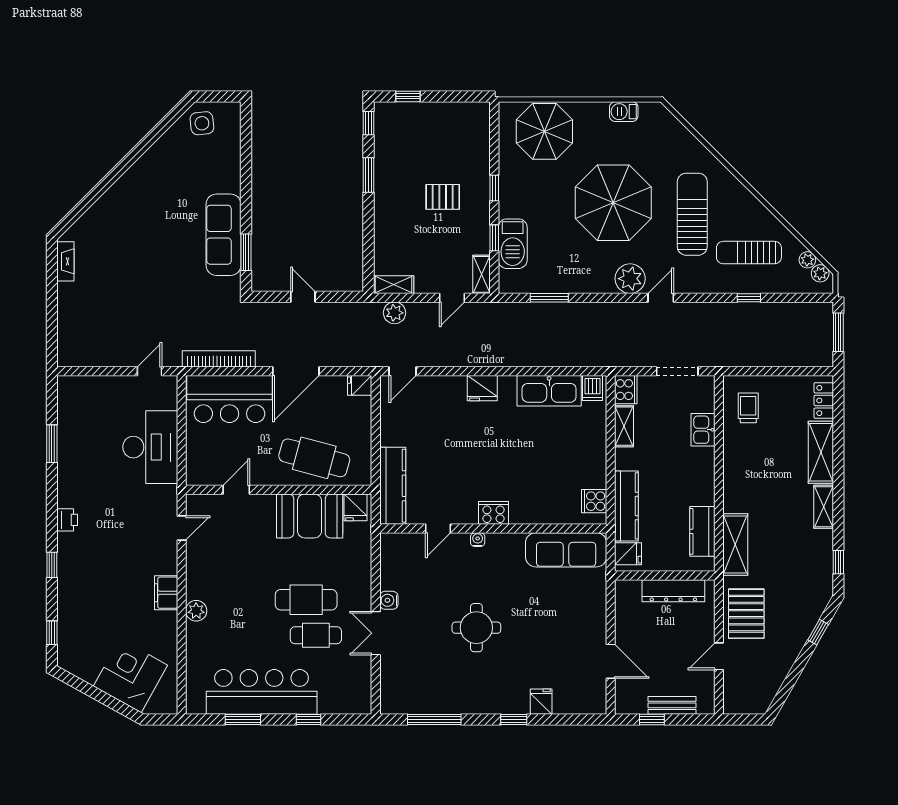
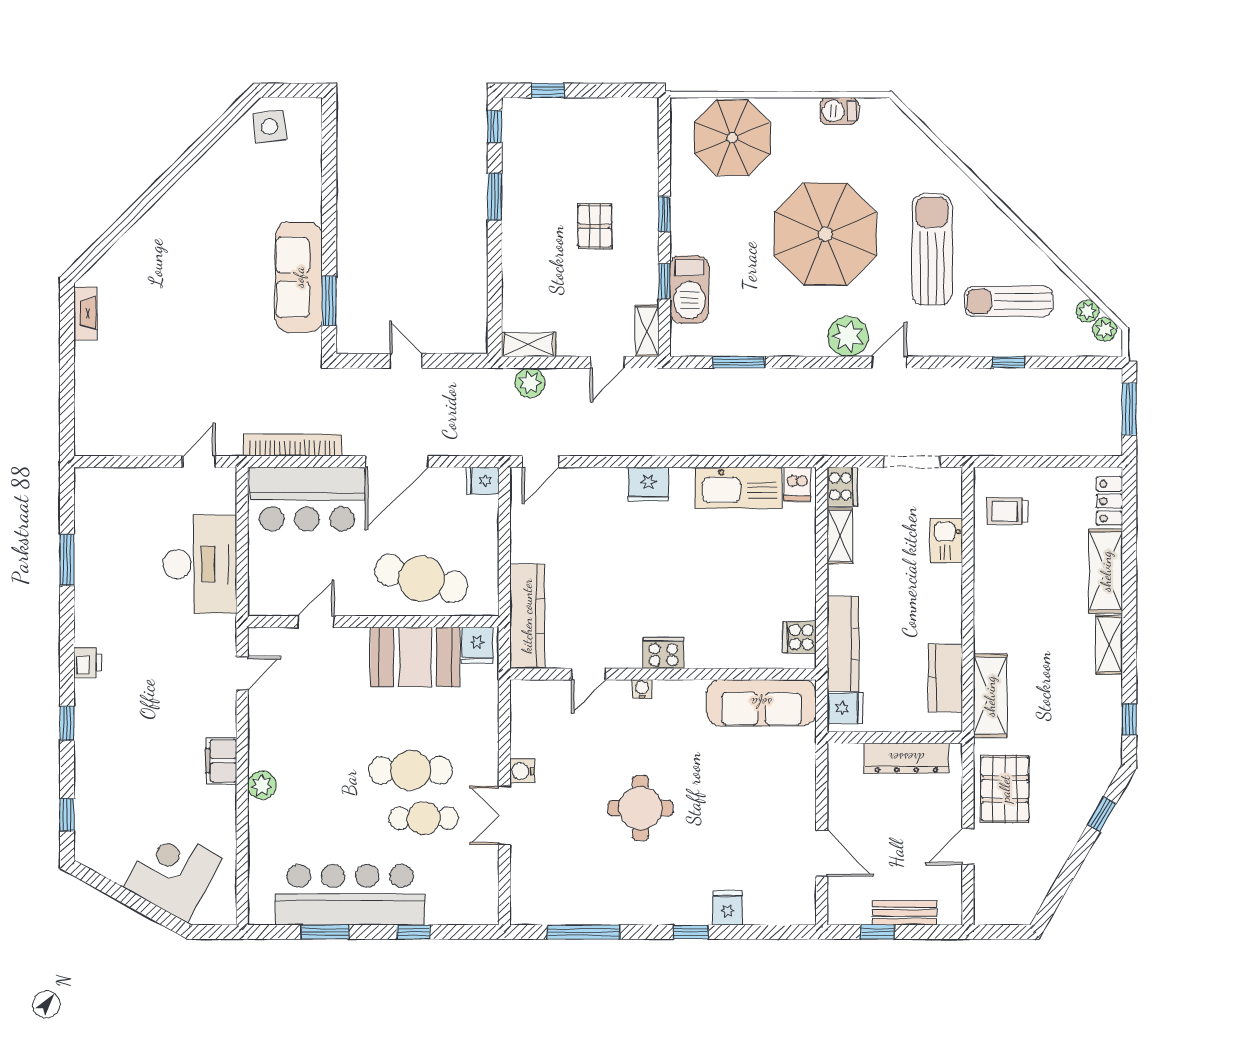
pallet: (443, 197) -> (595, 226), turned 90
trolley: (748, 408) -> (1008, 511), turned -90

